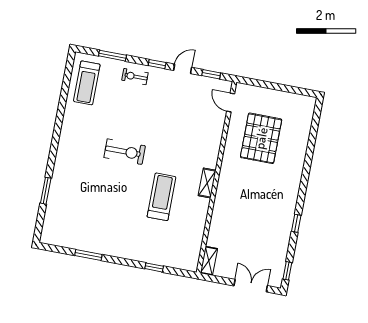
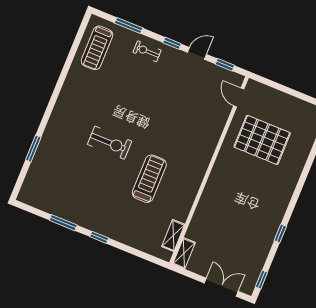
pallet: (261, 138) -> (262, 140), turned 90
exercise bike: (125, 152) -> (110, 143), moved
shelving: (207, 183) -> (173, 235), moved
window: (154, 267) -> (99, 237), moved

